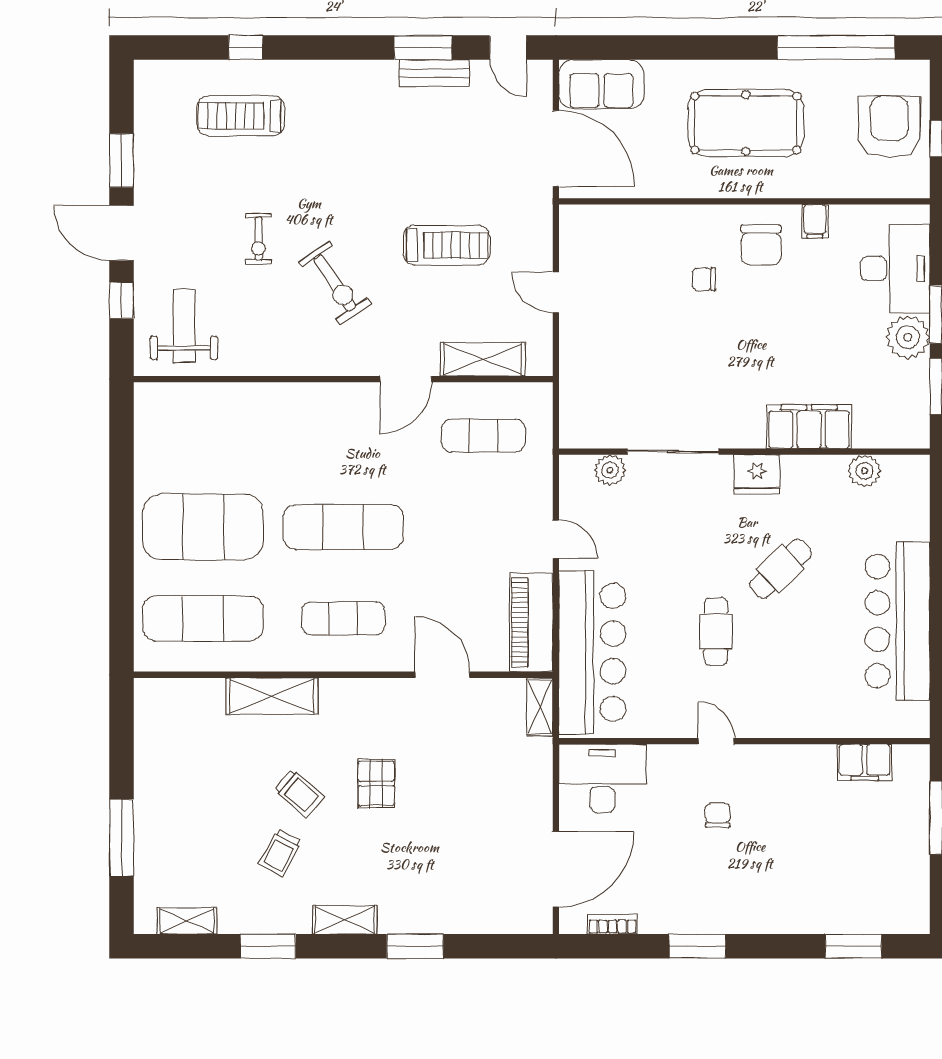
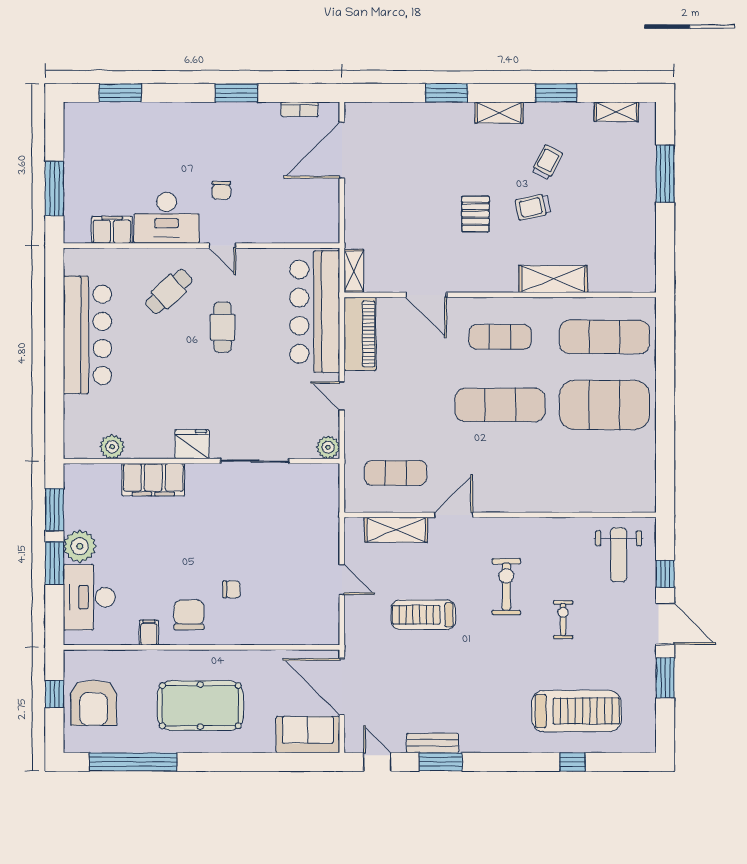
treadmill: (241, 116) -> (576, 711), width x1.37, depth x1.38
exercise bike: (335, 283) -> (506, 587), turned 34
plant: (610, 470) -> (328, 447), moved
cafe table: (781, 569) -> (169, 291), moved
desk: (602, 778) -> (167, 218), moved
trolley: (299, 793) -> (533, 207), turned -53

